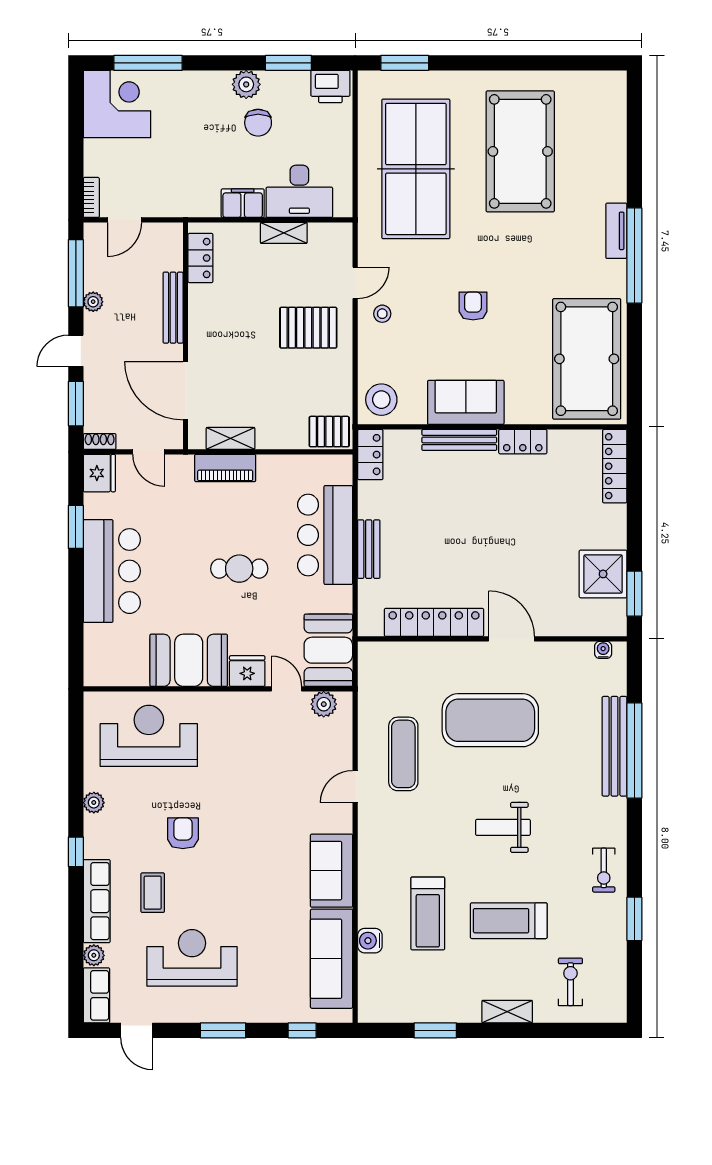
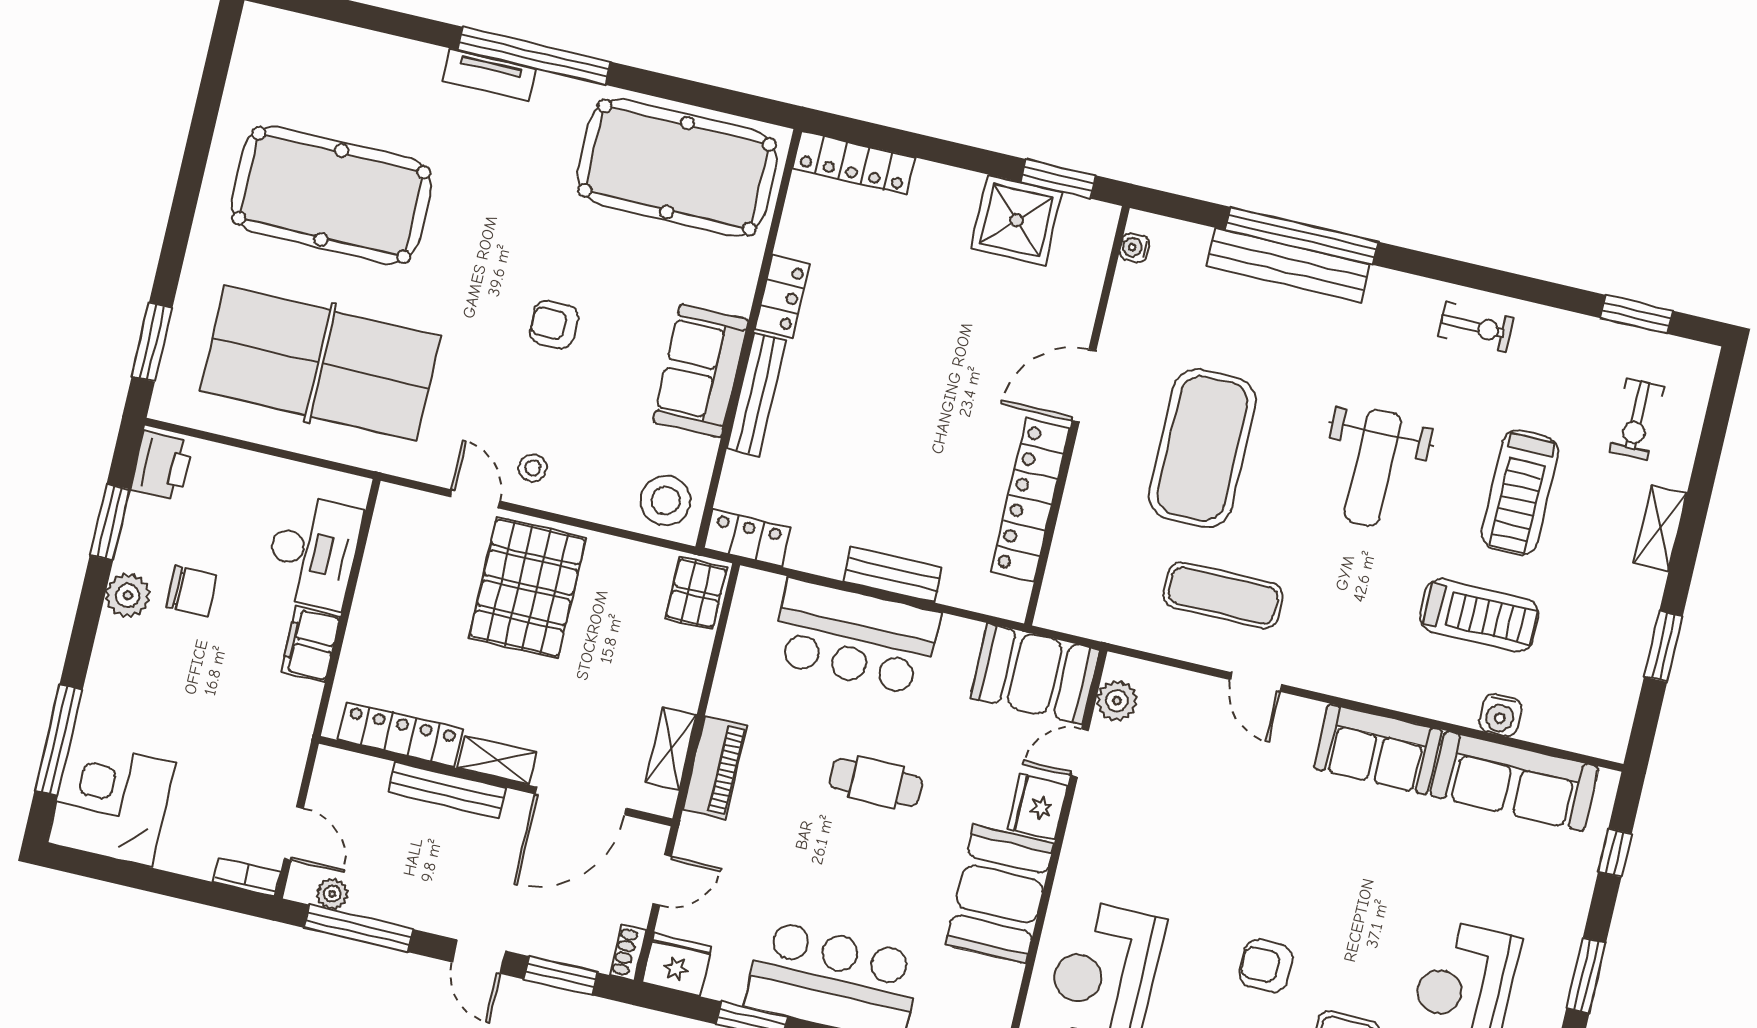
shelving: (284, 233) -> (497, 760), moved, turned 90
locker: (200, 258) -> (400, 734), width x1.53
plant: (93, 302) -> (332, 894), moved
pallet: (308, 328) -> (528, 588), width x1.37, depth x1.41
cafe table: (239, 569) -> (876, 782), turned 90
weight bench: (503, 827) -> (1373, 468), width x1.36, depth x1.33
window: (634, 919) -> (1636, 314), moved
exercise bike: (570, 982) -> (1637, 419), turned -90

